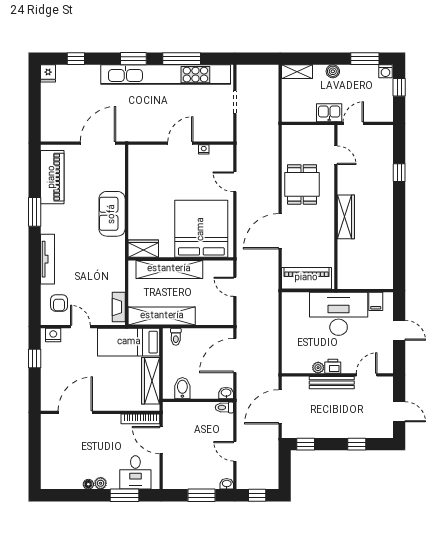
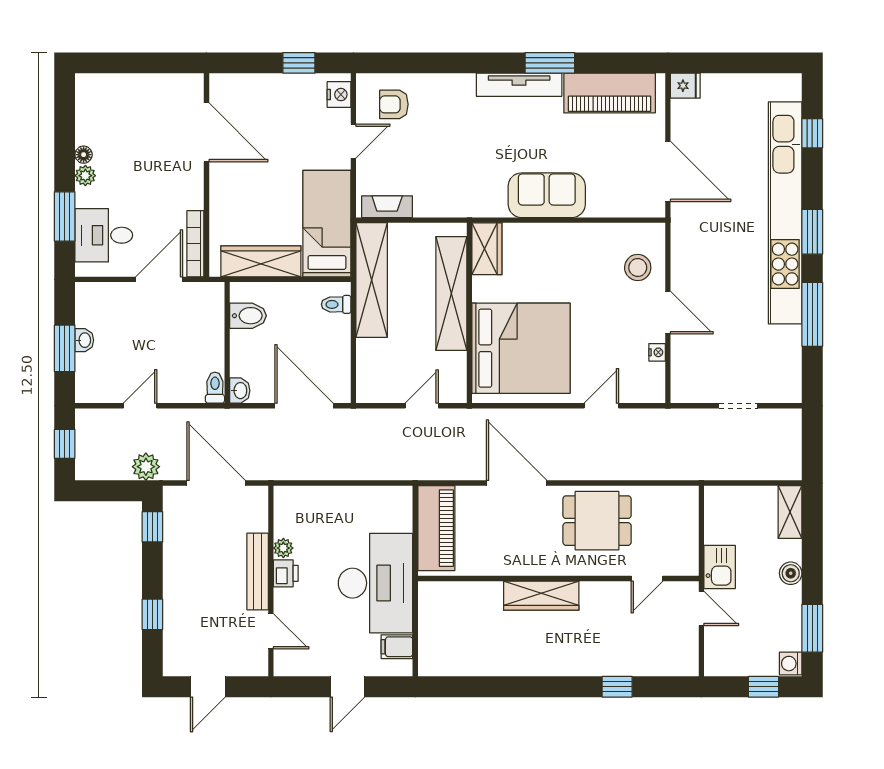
fridge: (48, 73) -> (685, 86), moved, turned 180
kitchen unit: (166, 75) -> (785, 213), moved
stool: (154, 161) -> (638, 267), added
tv unit: (48, 259) -> (519, 85), moved
plant: (271, 448) -> (146, 467), added
washbasin: (227, 484) -> (84, 340), moved

